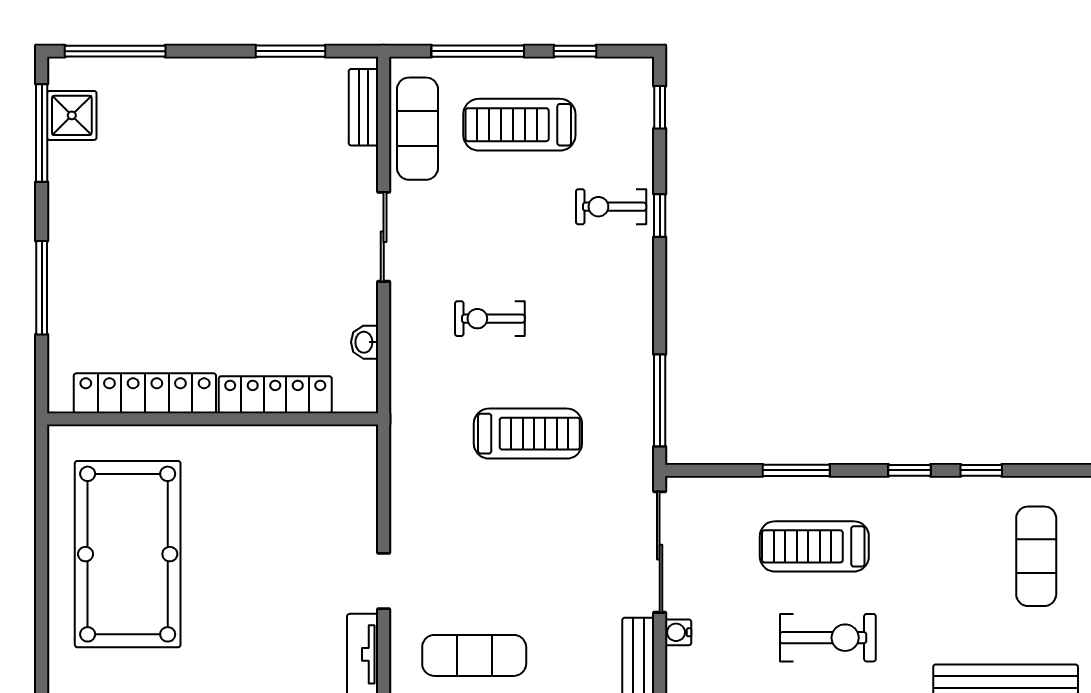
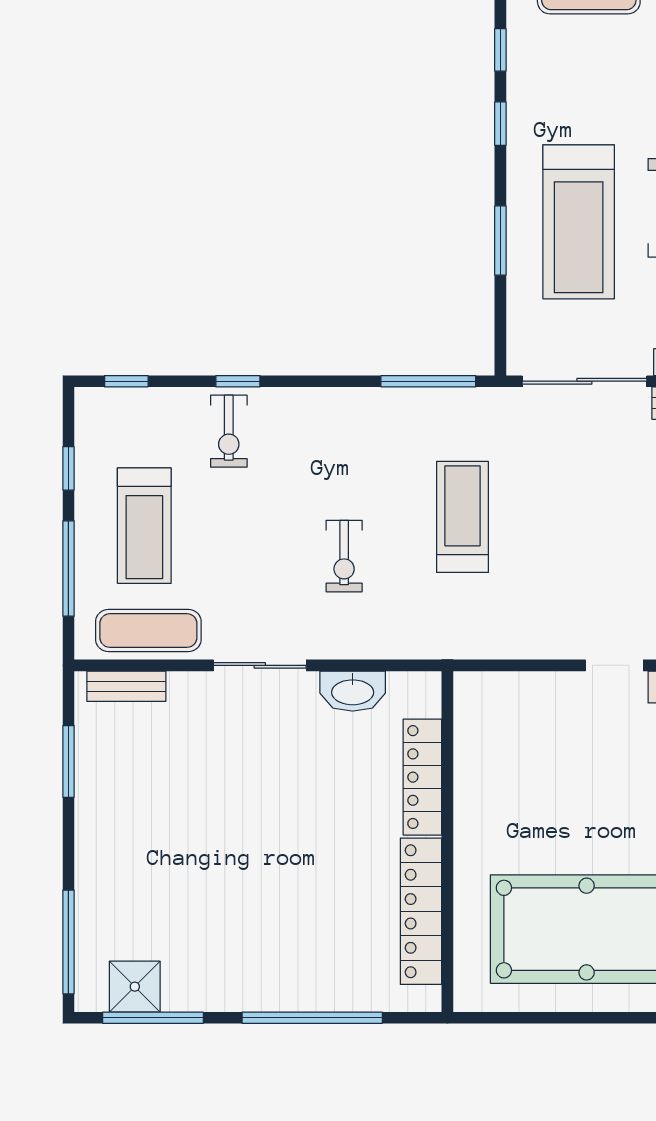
window: (42, 288) -> (312, 1018), width x1.46
washbasin: (365, 342) -> (353, 691), width x1.91, depth x1.45
treadmill: (814, 546) -> (579, 222), width x1.37, depth x1.38

